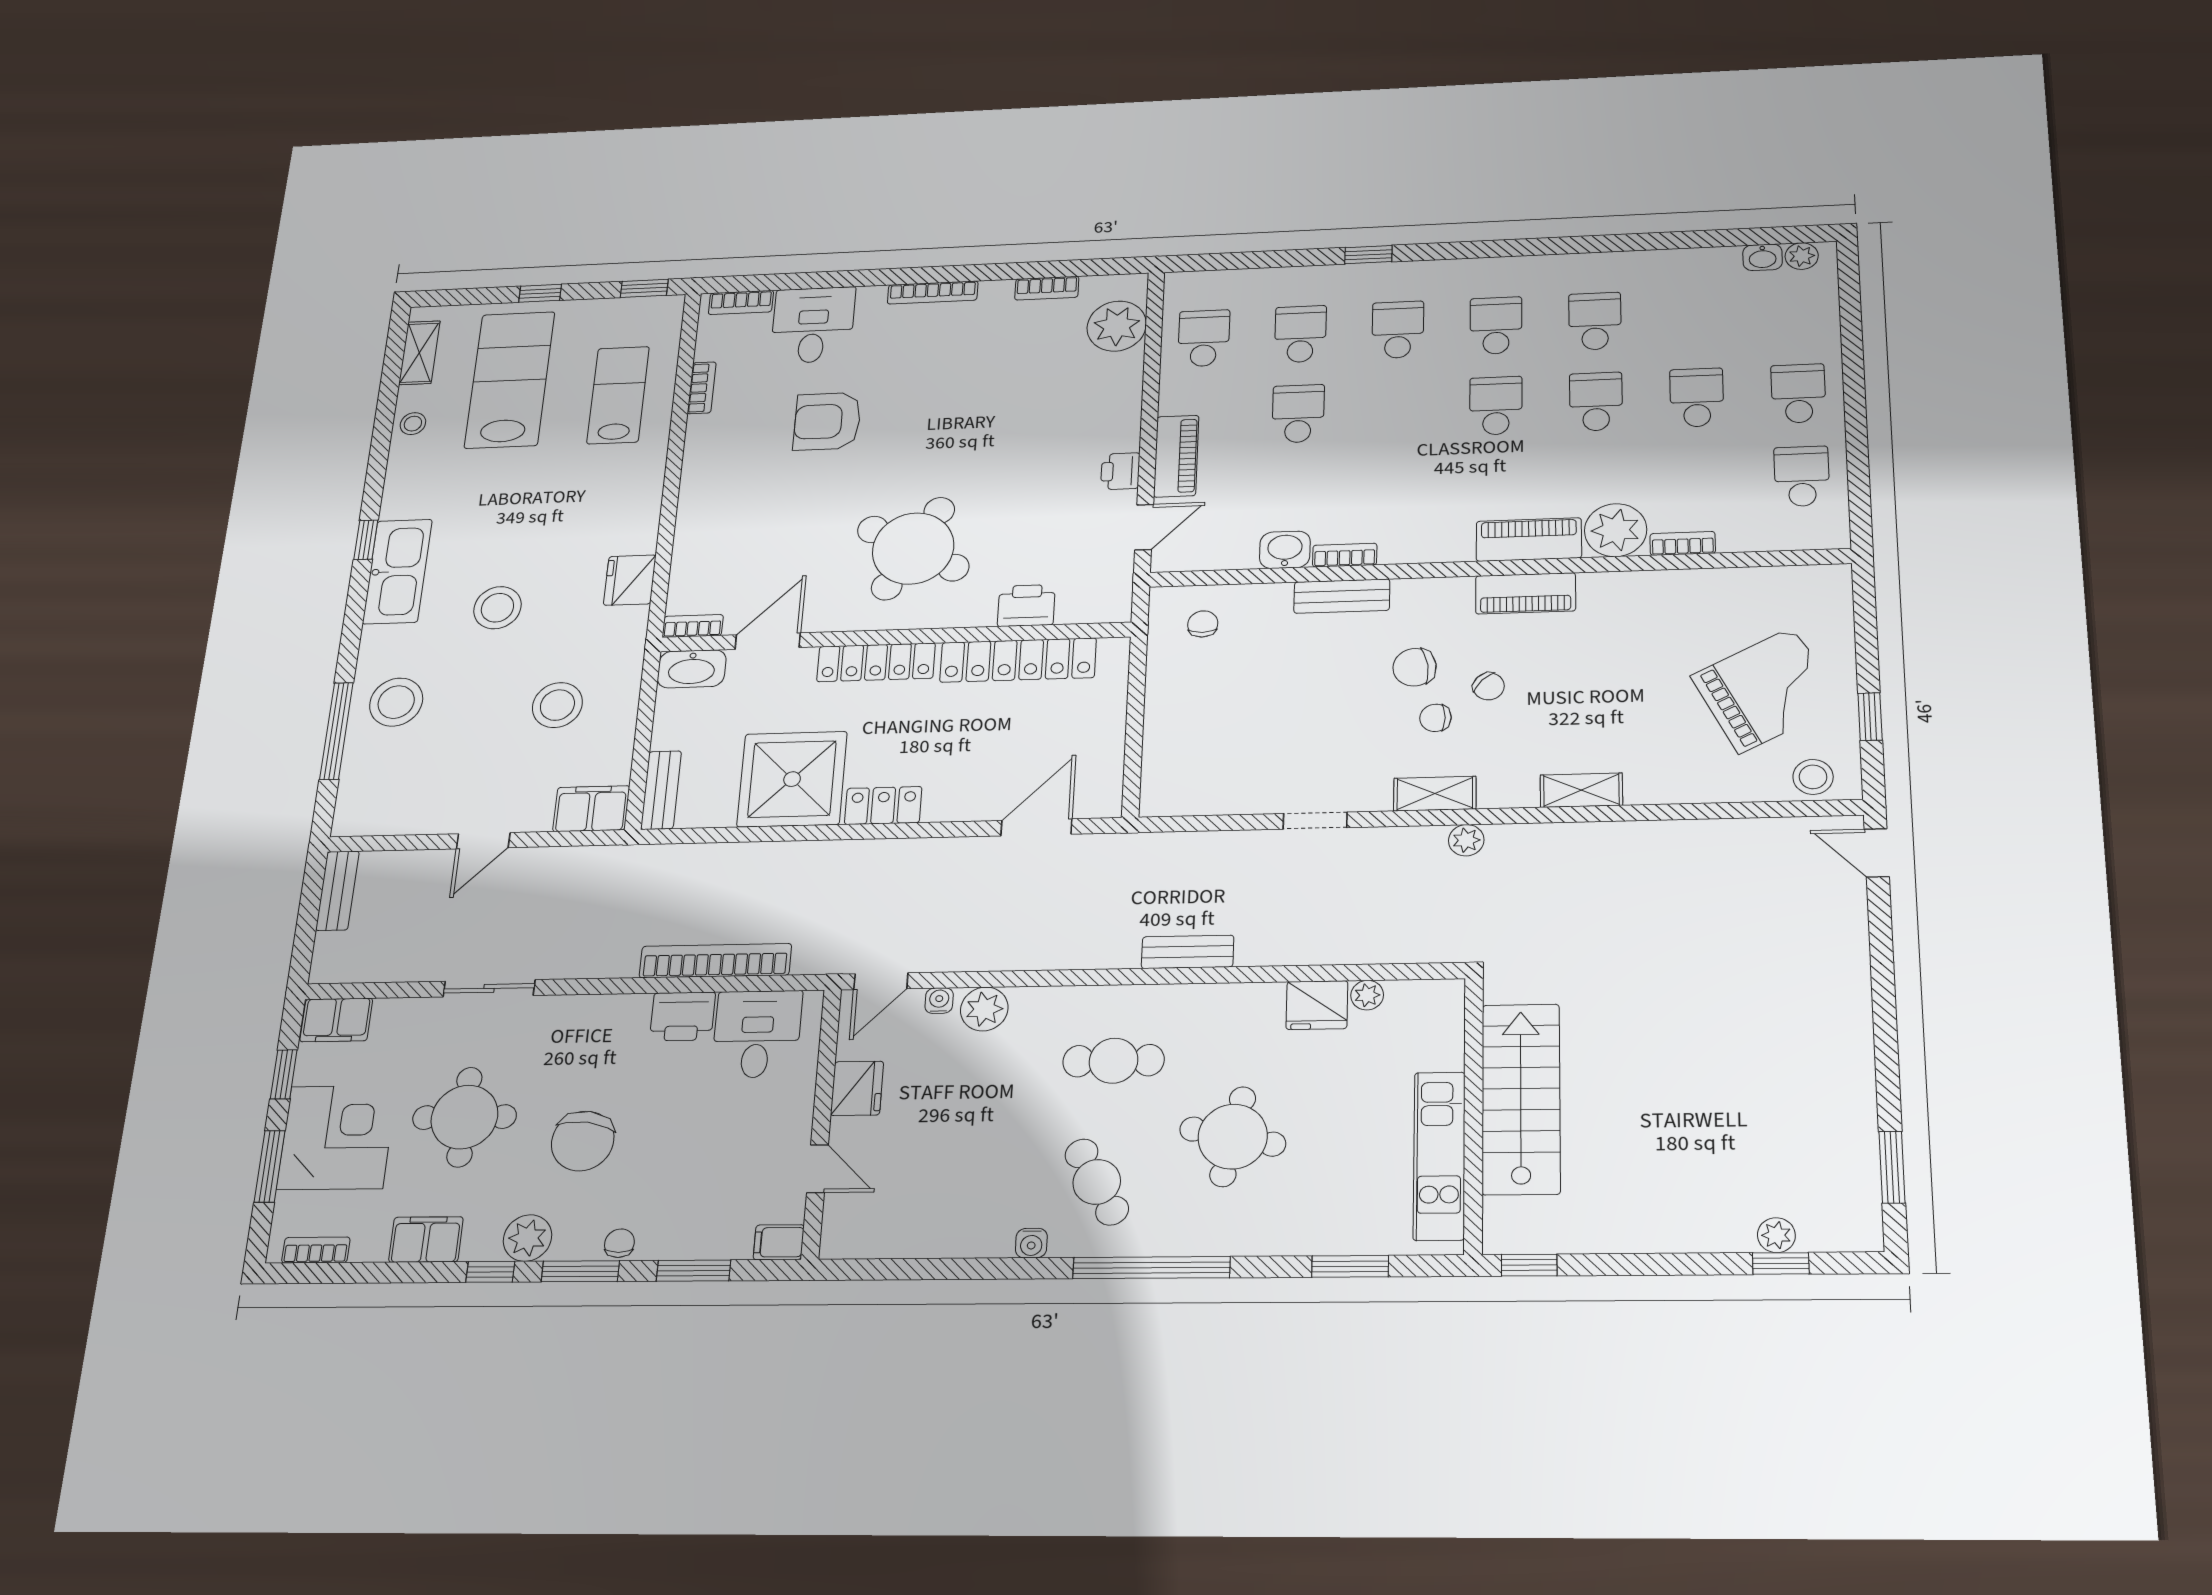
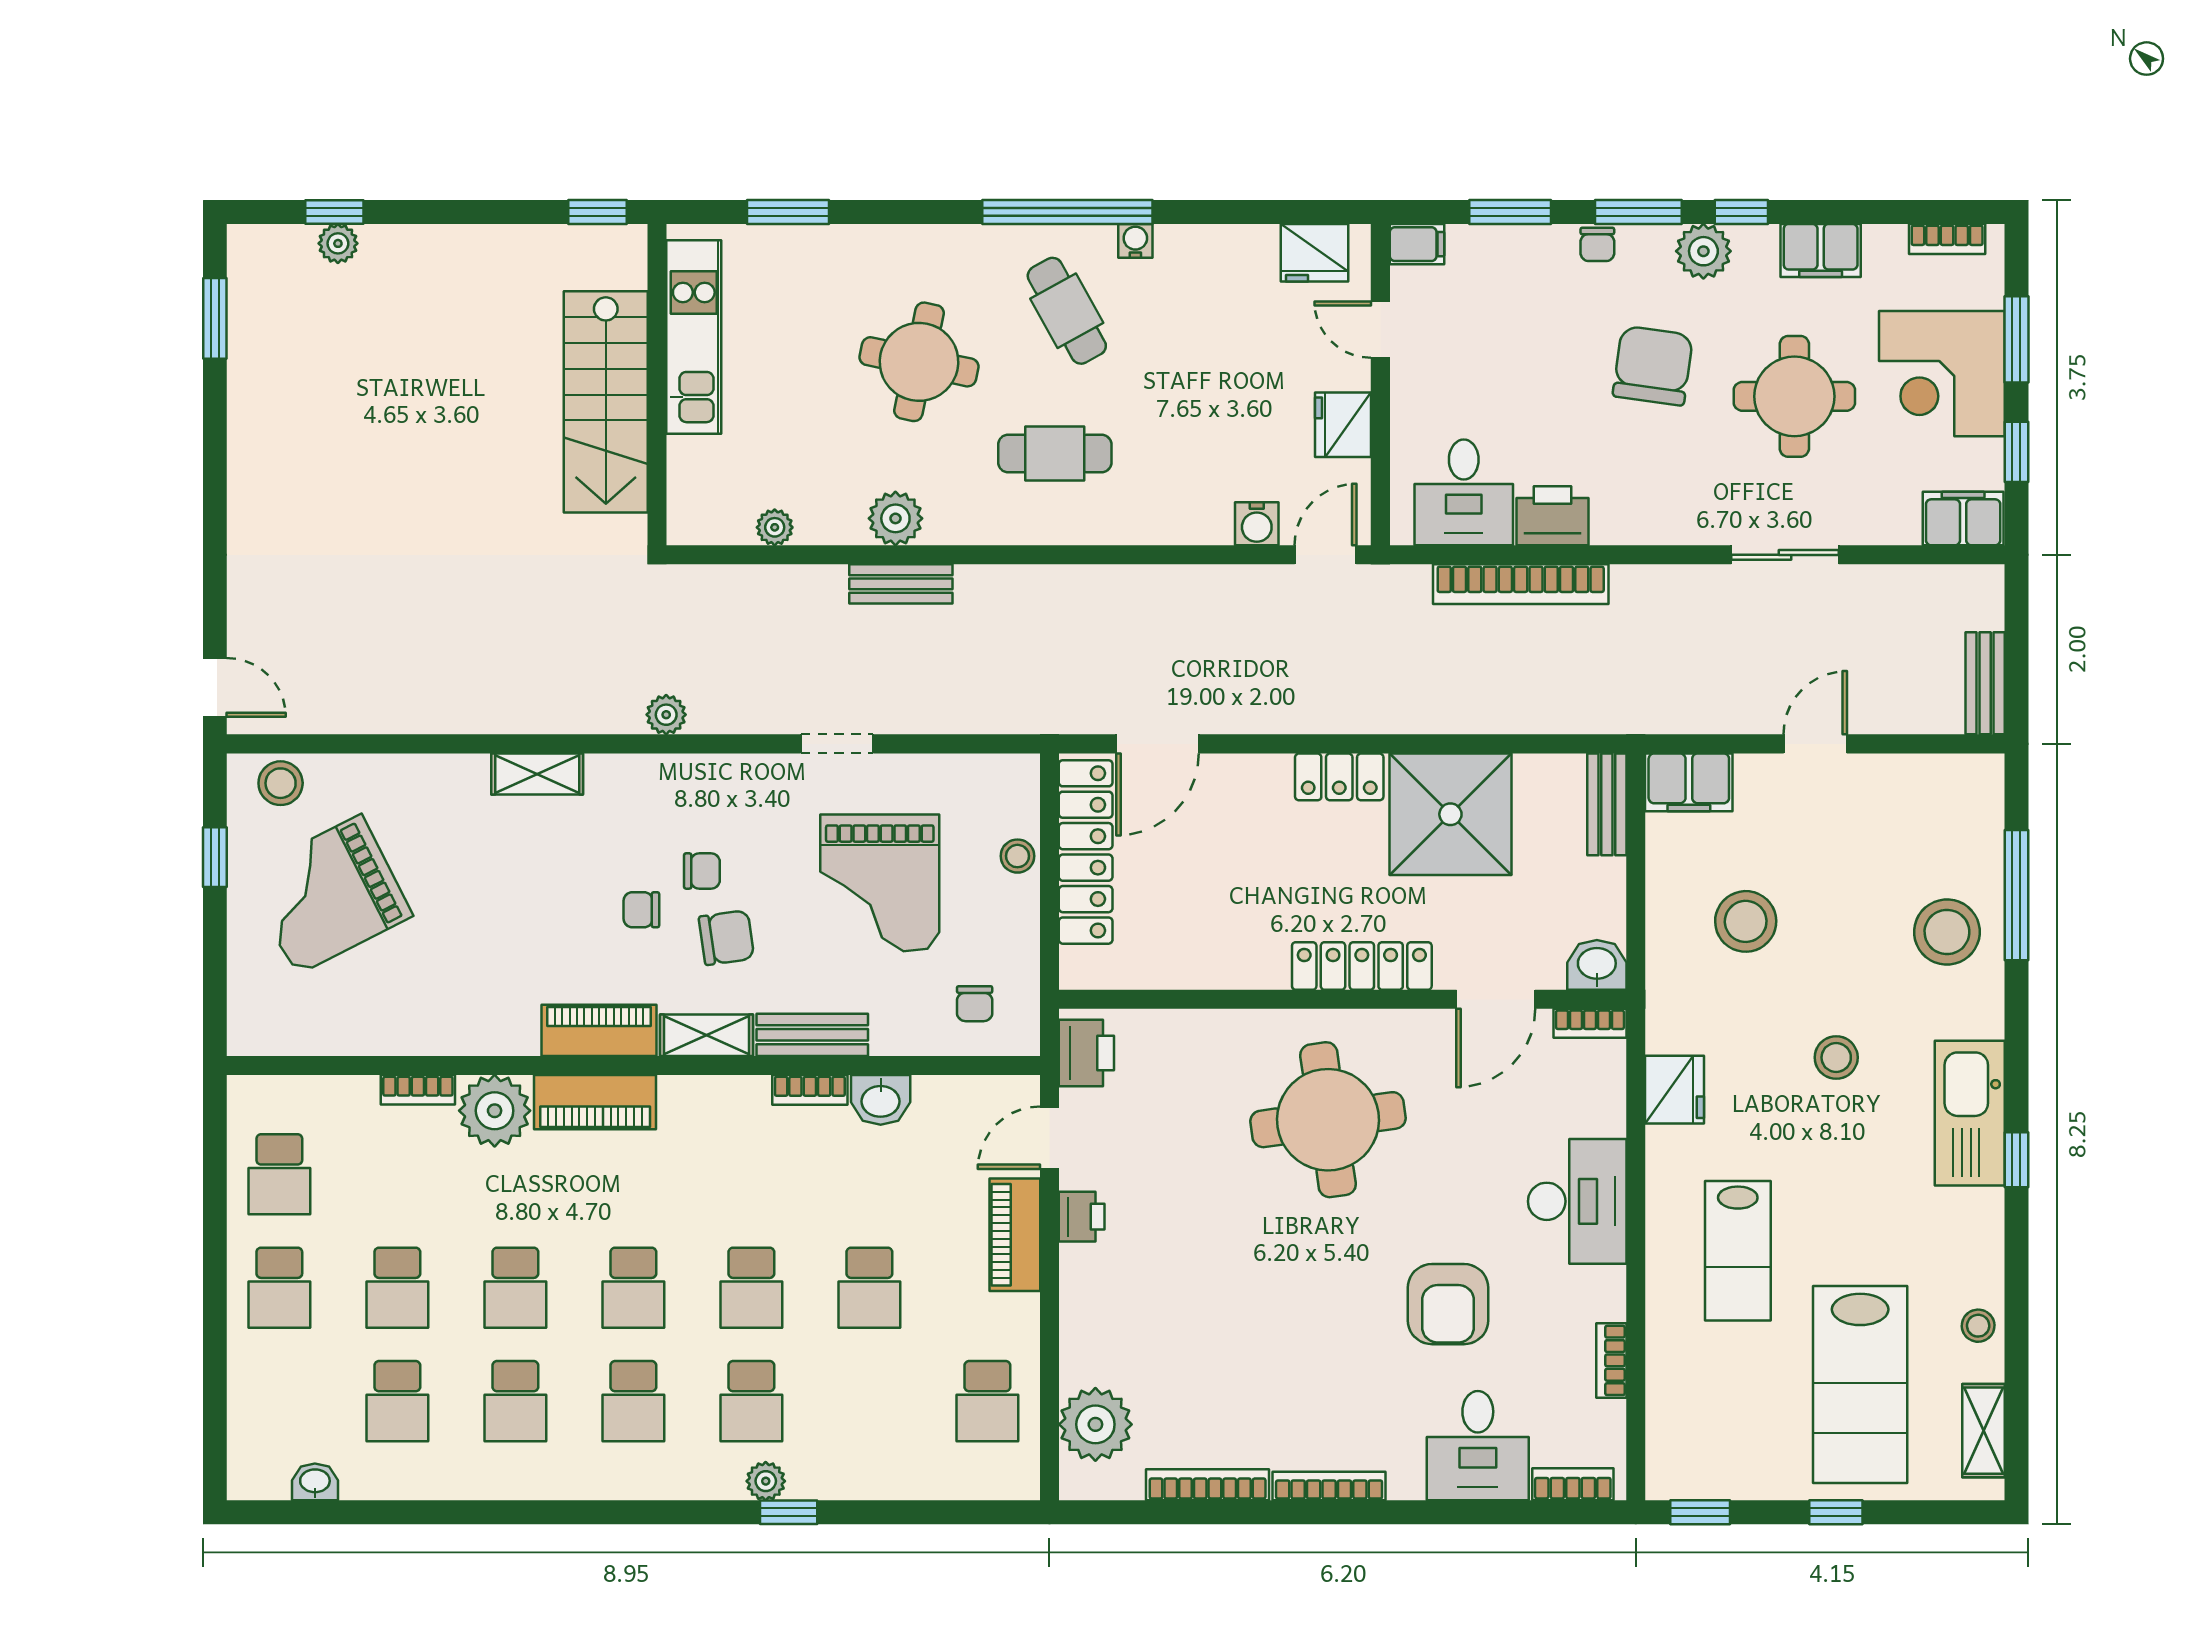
plant: (1802, 256) -> (766, 1481), moved
bookcase: (1047, 288) -> (1208, 1485), width x1.56
school desk: (1695, 317) -> (397, 1401), added
school desk: (1300, 334) -> (751, 1288), moved
lab bench: (618, 395) -> (1738, 1251), moved
armchair: (827, 421) -> (1448, 1304), turned 90
desk: (717, 498) -> (1577, 1201), added
round table: (913, 548) -> (1328, 1120), turned -37
printer: (1026, 605) -> (1086, 1053), moved, turned -90
stool: (497, 608) -> (1836, 1057), width x0.73, depth x0.73
locker: (1018, 660) -> (1086, 852), moved, turned 90
washbasin: (692, 669) -> (1597, 965), width x0.72
chair: (1489, 686) -> (641, 910), turned -45
grand piano: (1281, 713) -> (880, 883), added
stool: (1161, 737) -> (1017, 856), added
shelving: (1435, 794) -> (707, 1035), moved
bench: (1188, 952) -> (901, 584), moved
water cooler: (939, 1001) -> (1257, 524), width x1.38, depth x1.38
fridge: (1317, 1005) -> (1315, 253), moved, turned 180
plant: (984, 1009) -> (895, 518), moved
window: (1151, 1268) -> (1067, 212), moved

